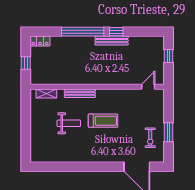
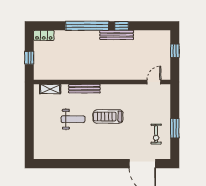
treadmill: (103, 121) -> (108, 117), turned 180

